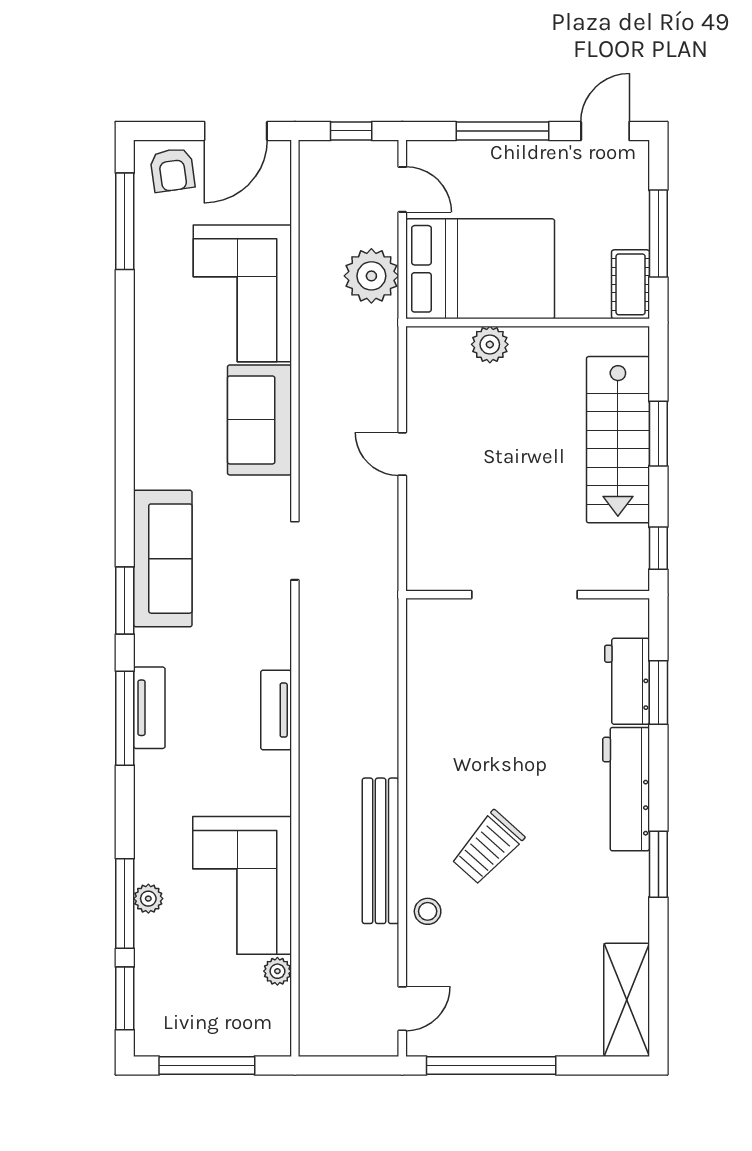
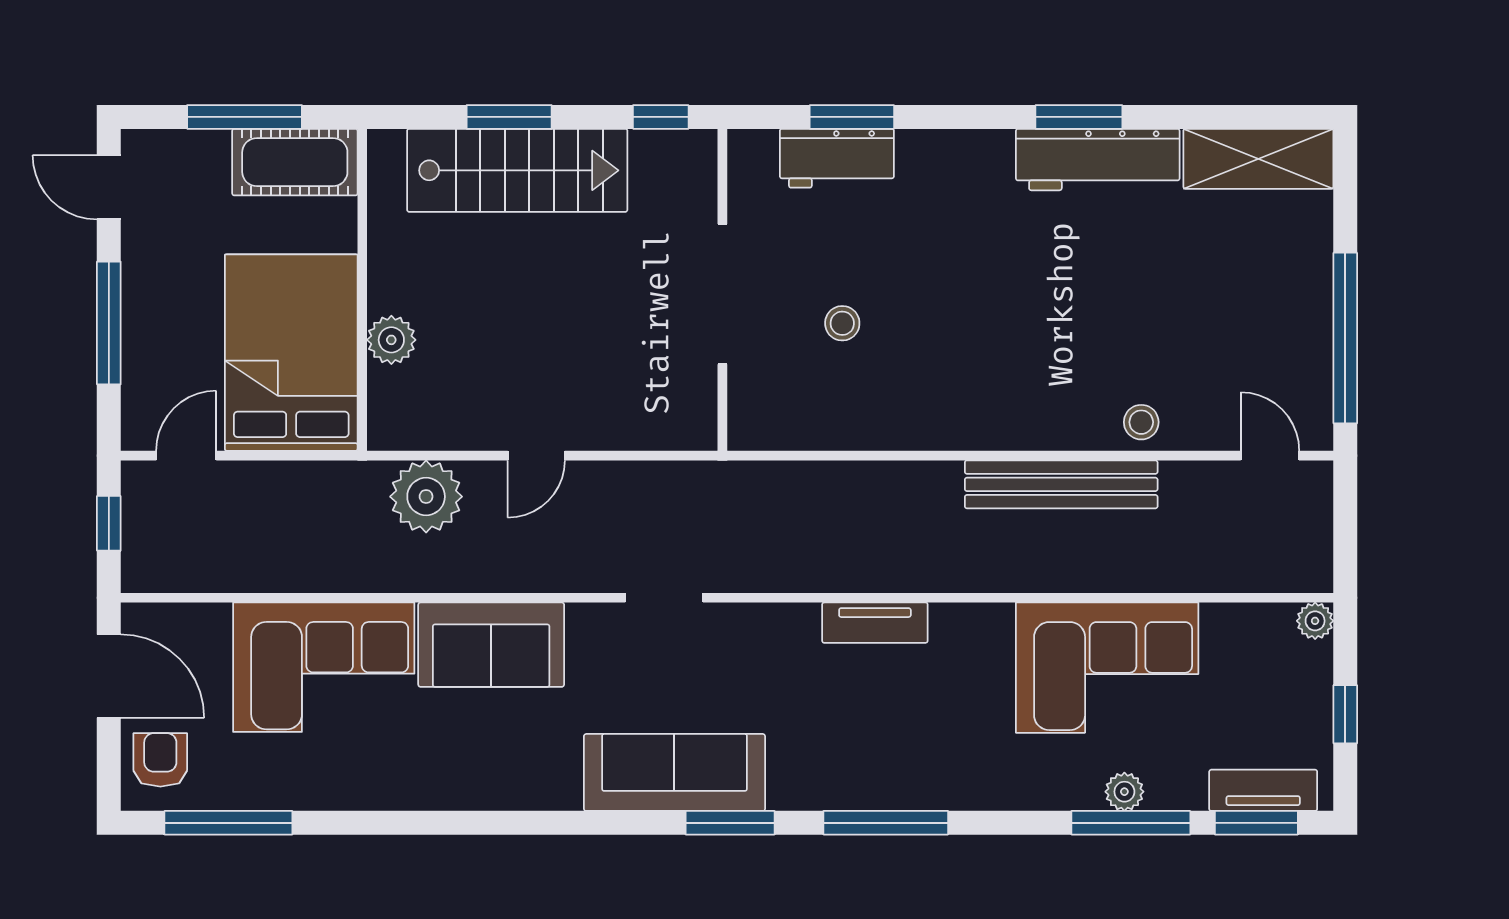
armchair: (172, 170) -> (160, 760), turned -82
plant: (371, 276) -> (426, 497), moved
cot: (631, 284) -> (295, 162), width x1.37, depth x1.34
stool: (502, 685) -> (842, 323), added
tv unit: (149, 708) -> (1263, 790), moved
workbench: (626, 789) -> (1098, 160), moved
trolley: (488, 848) -> (1057, 343), removed
plant: (277, 971) -> (1315, 621), moved
window: (207, 1066) -> (1345, 714), width x0.46

